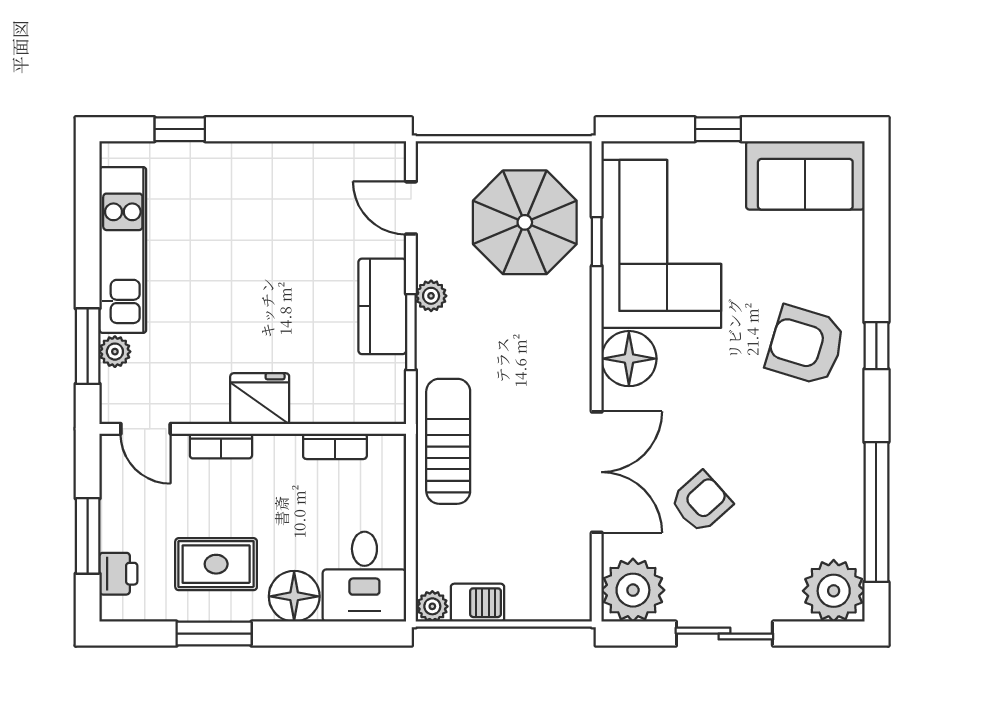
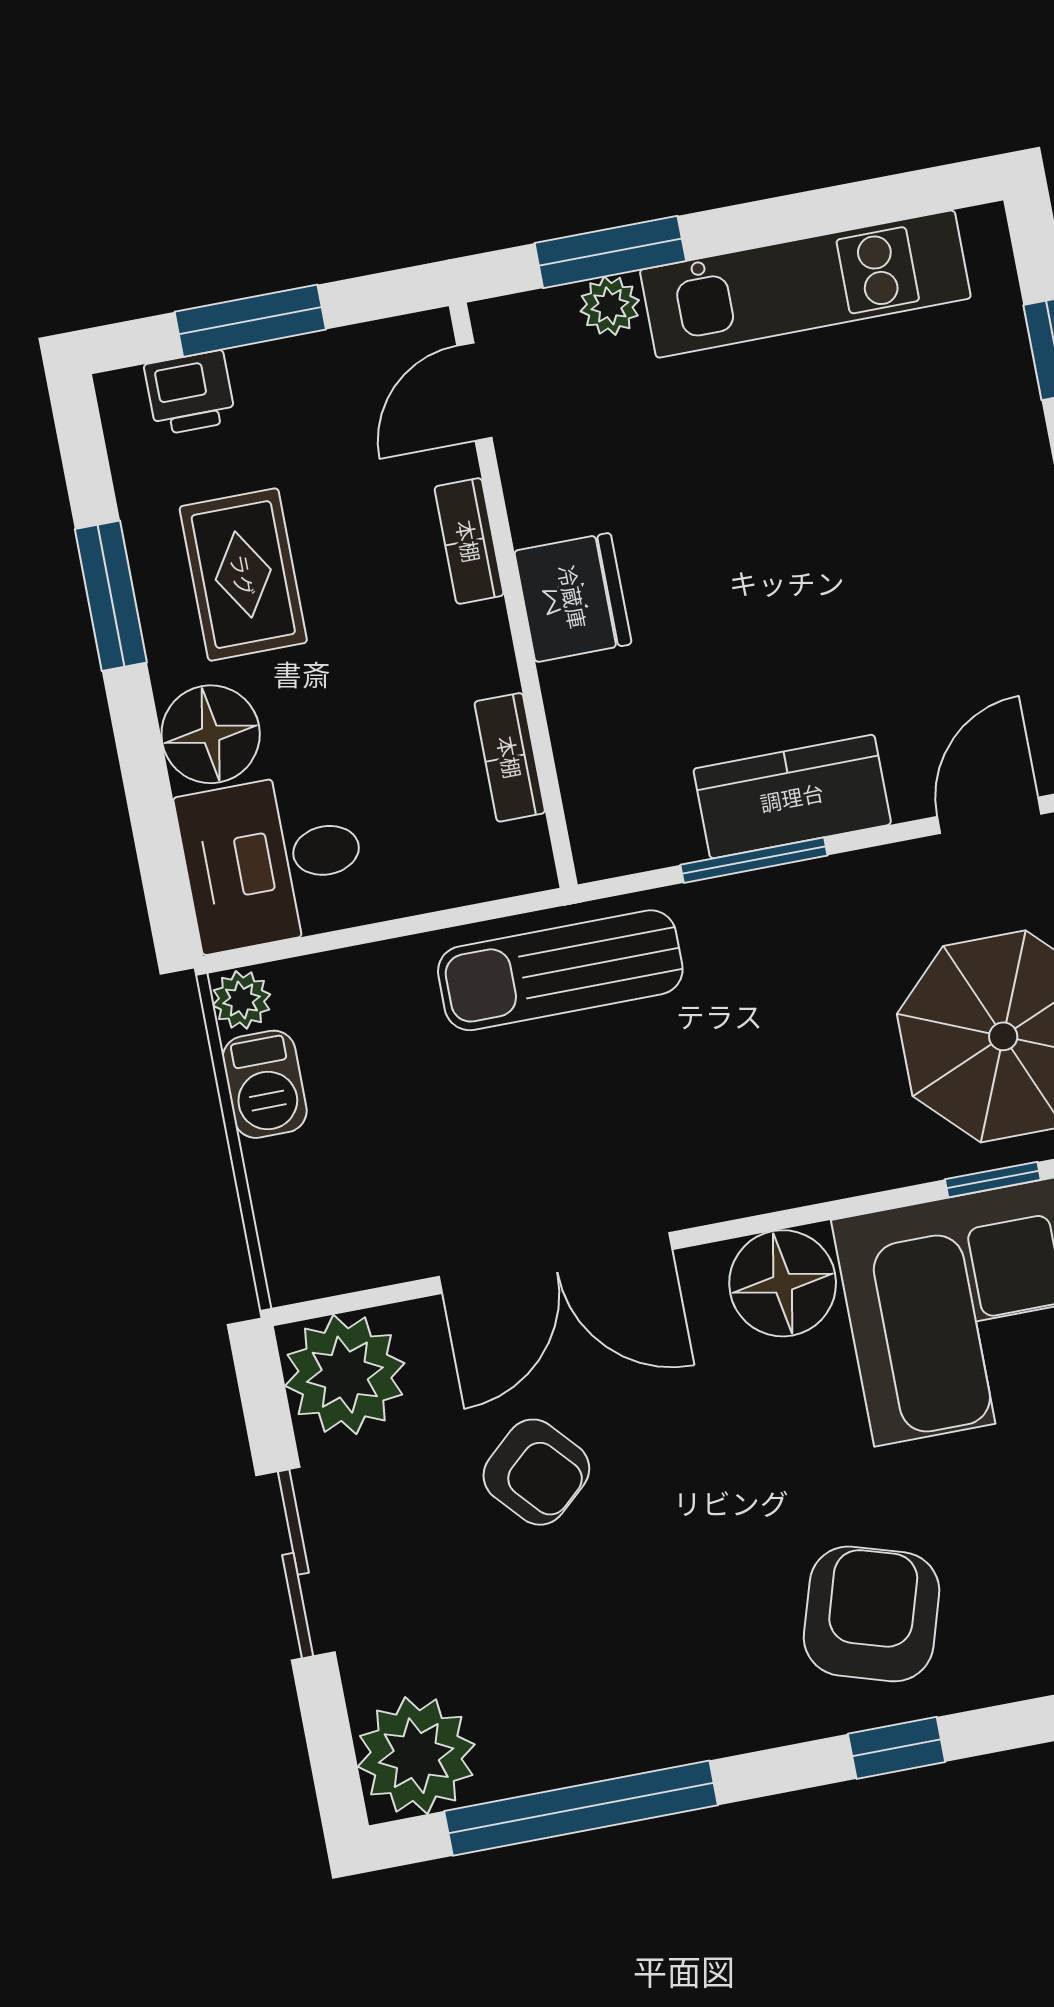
plant: (431, 296) -> (830, 885), removed
sun lounger: (448, 441) -> (560, 970), turned 180

